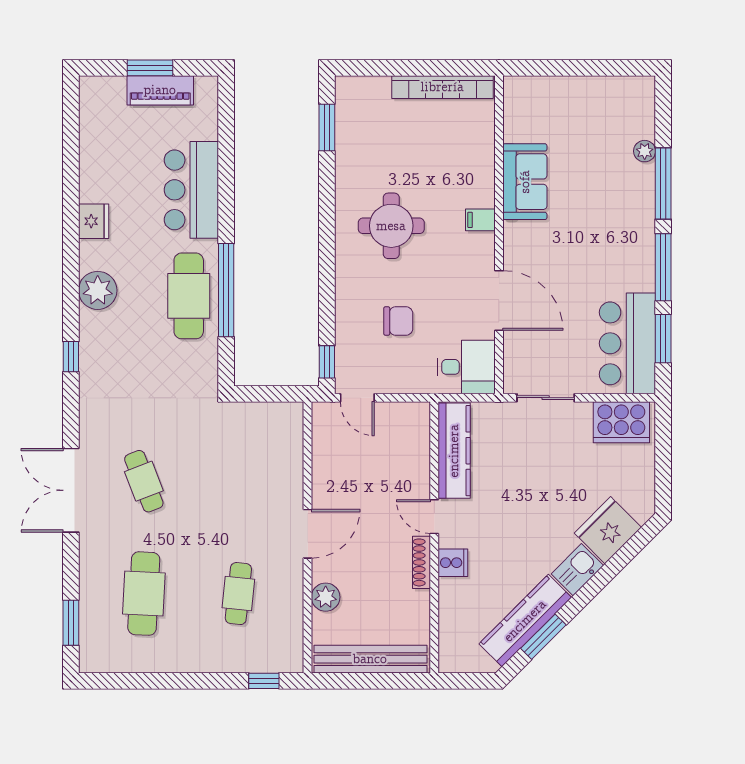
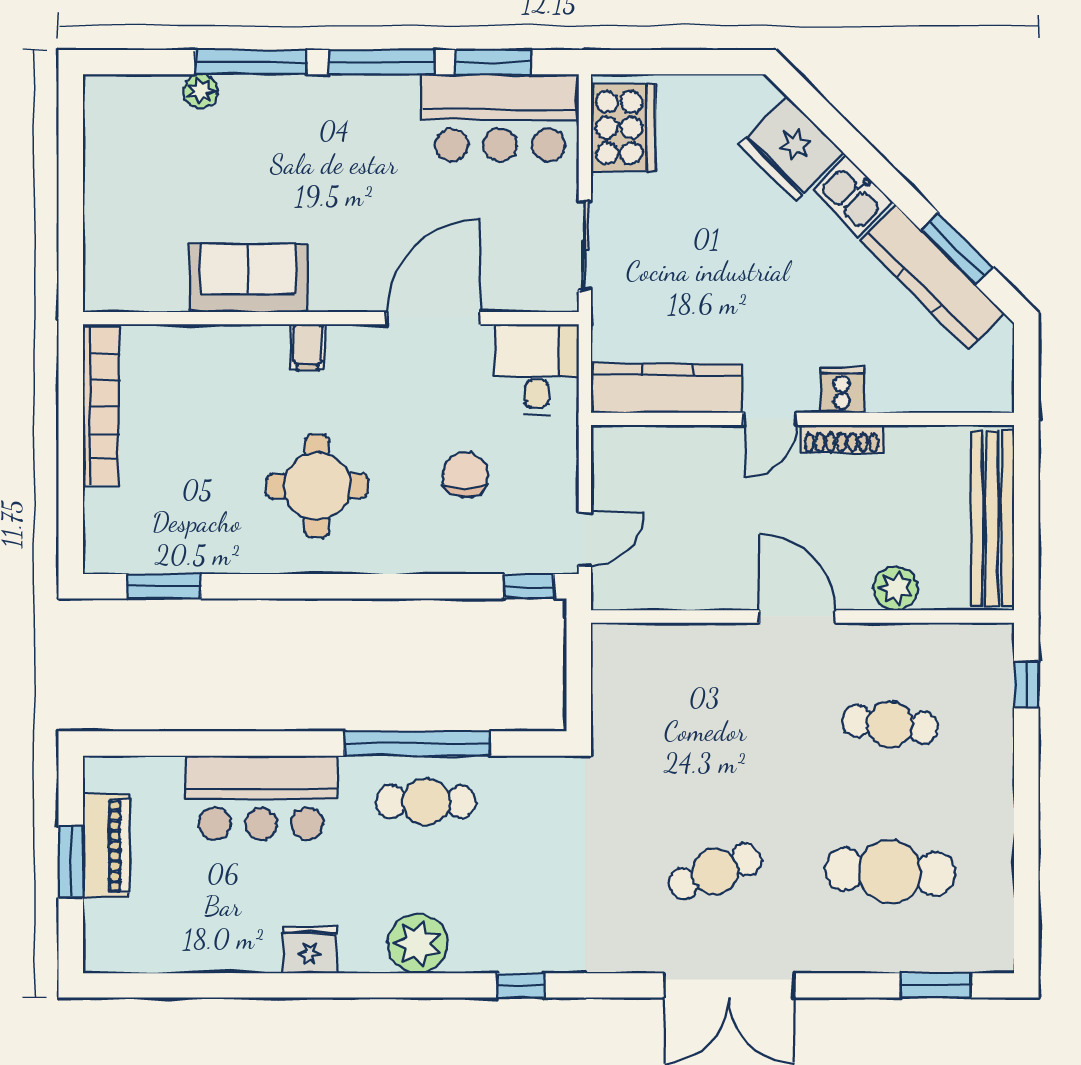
cafe table: (189, 296) -> (426, 802), width x0.73, depth x0.74

